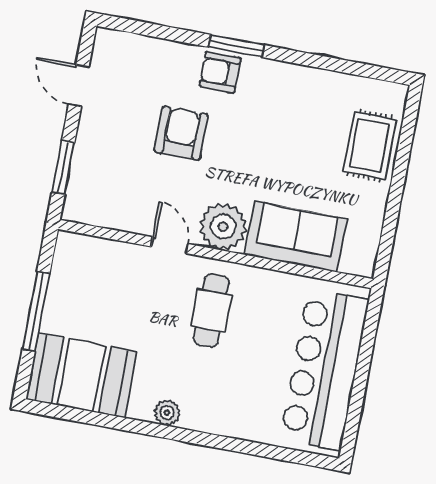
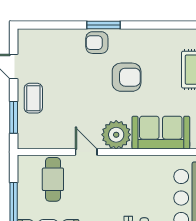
armchair: (181, 133) -> (127, 77), moved, turned 90
coffee table: (101, 142) -> (33, 98), added
cafe table: (211, 311) -> (53, 179), moved

